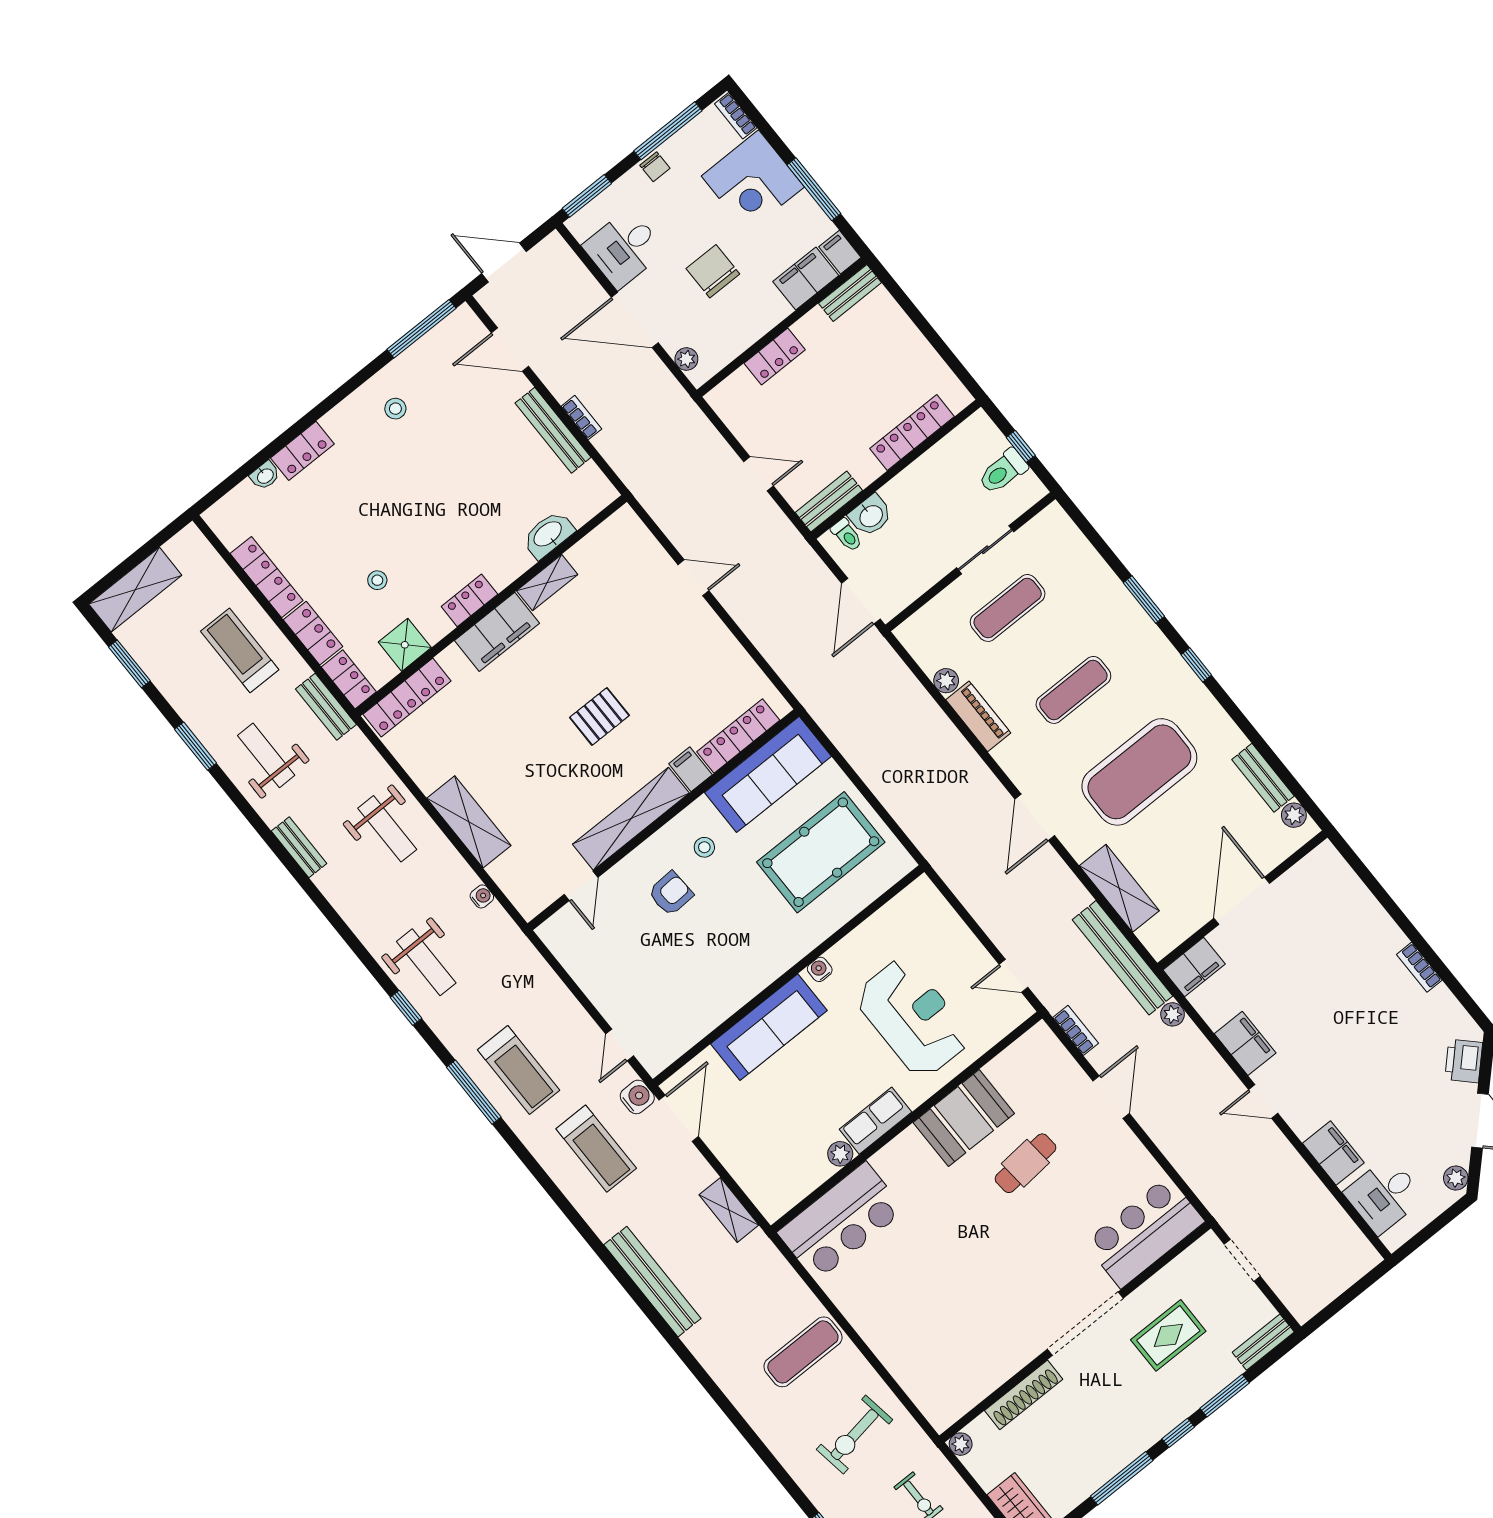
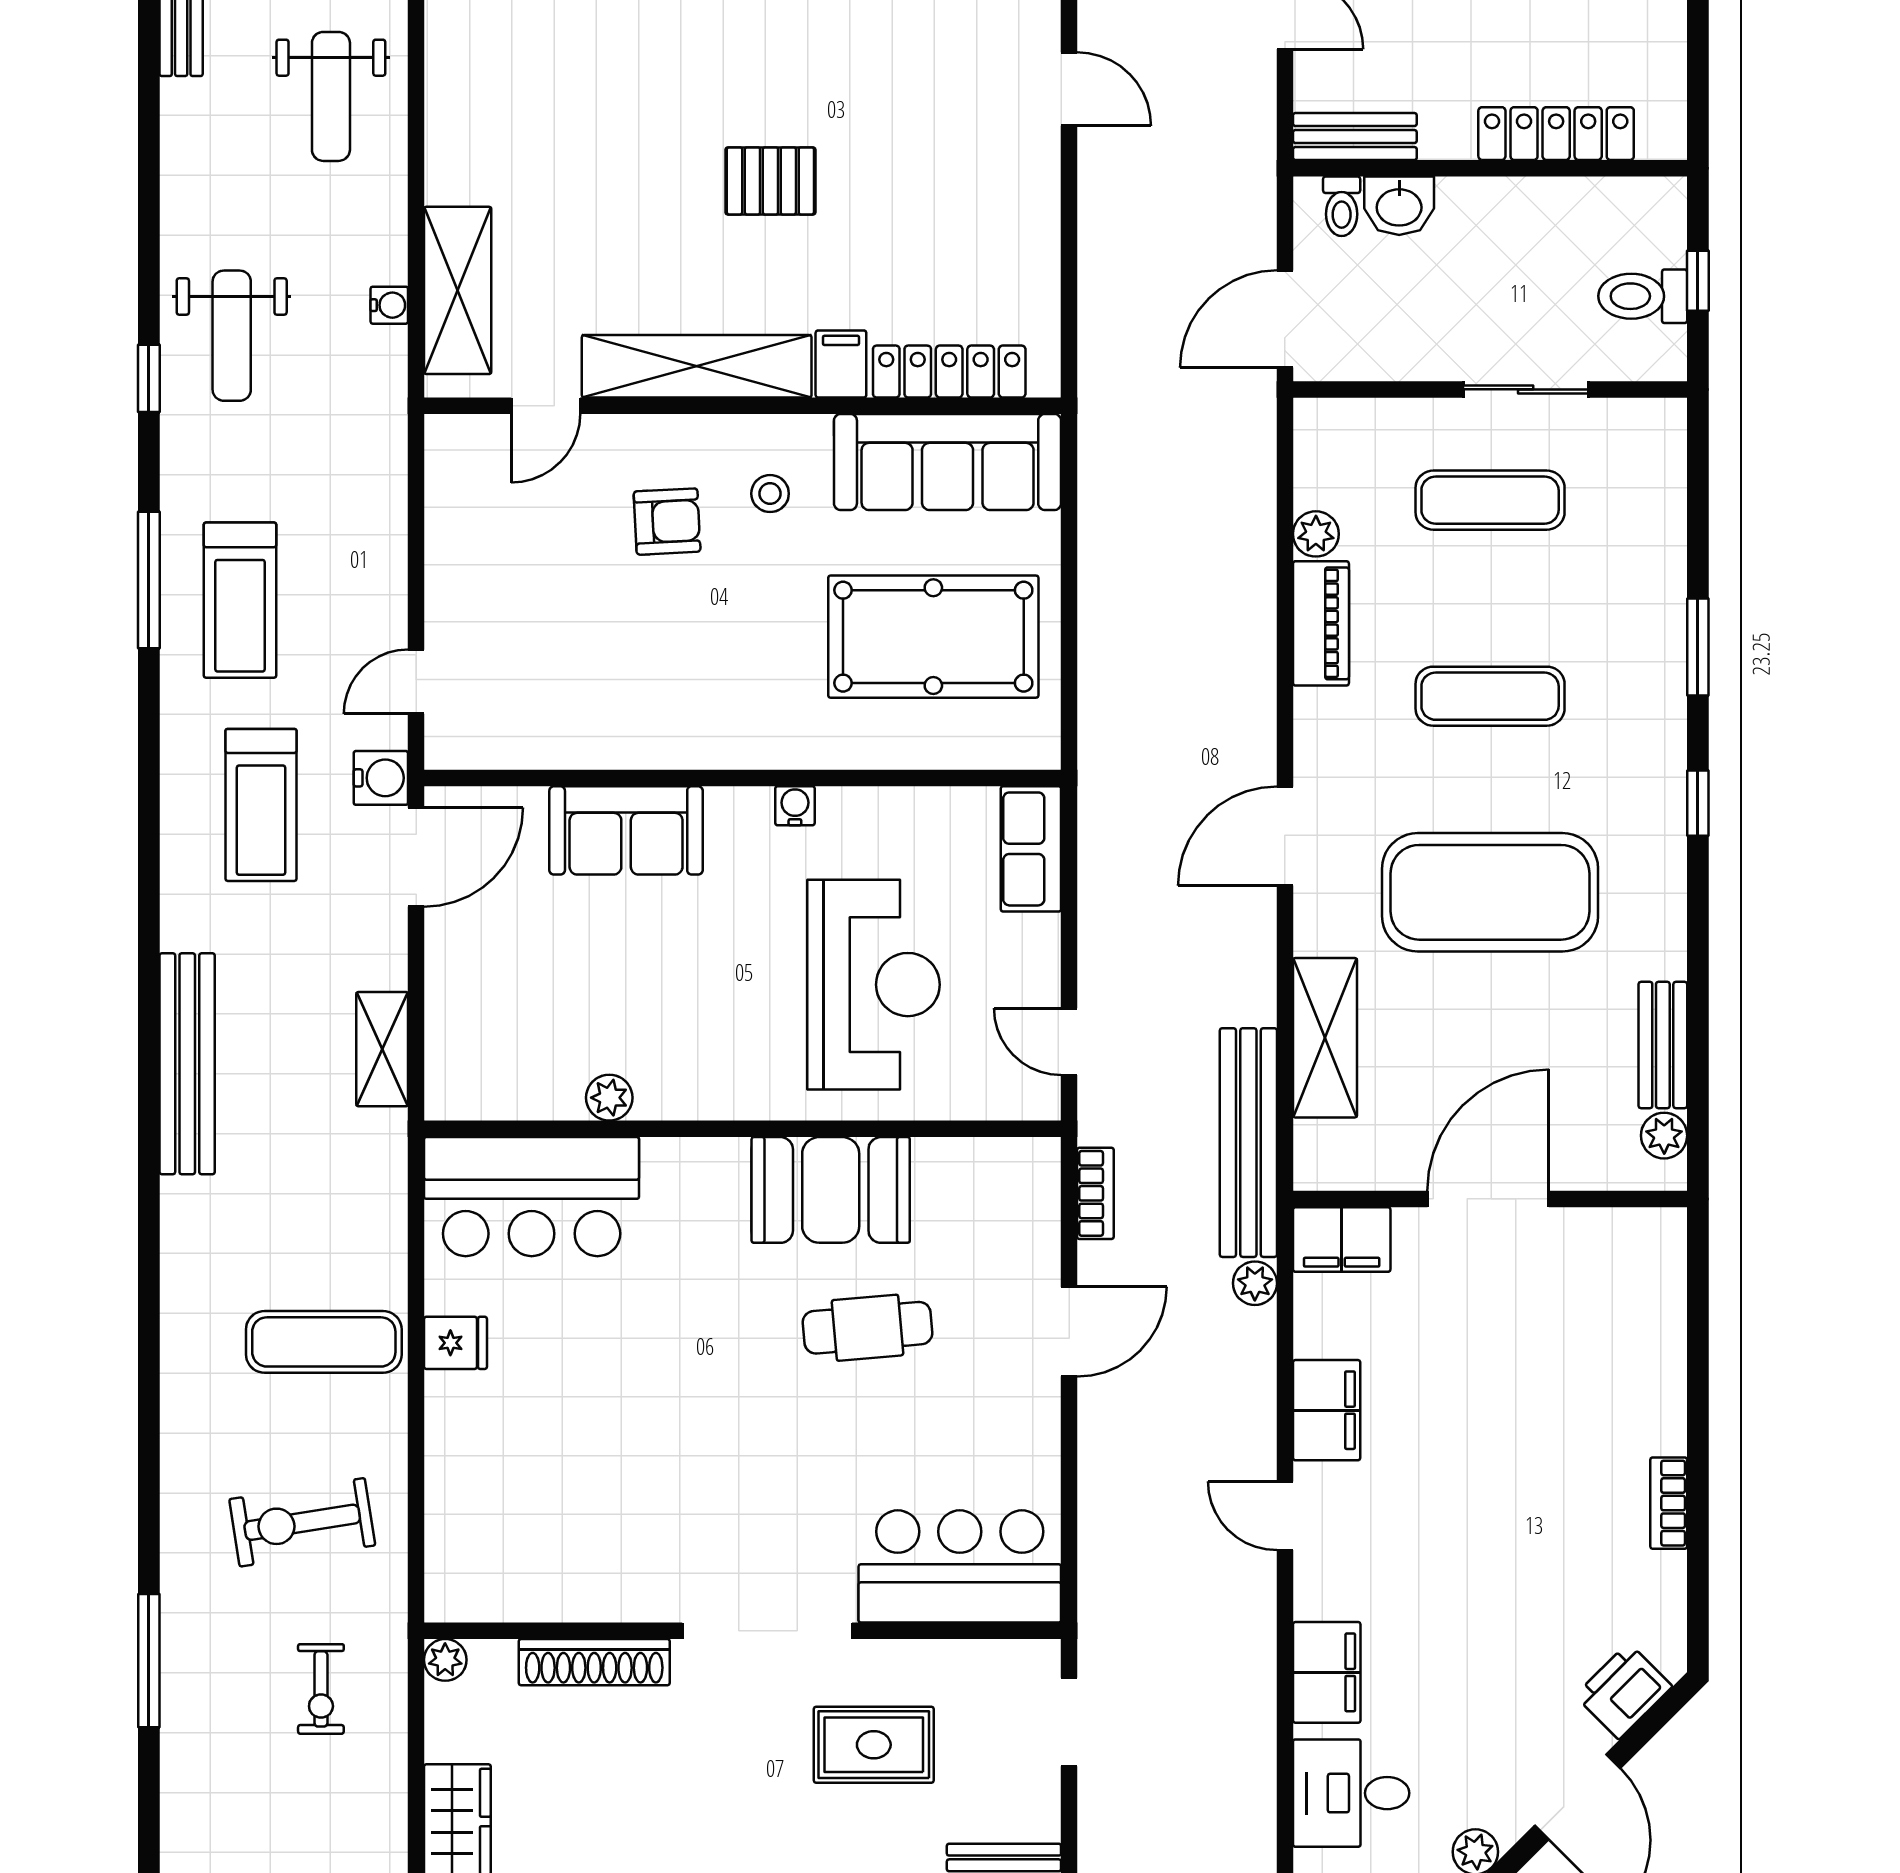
shelving: (469, 822) -> (458, 290), moved
sofa: (769, 1027) -> (626, 830), width x0.73
row of seats: (876, 1121) -> (1031, 849), moved, turned -90
fridge: (858, 1308) -> (455, 1343), added

